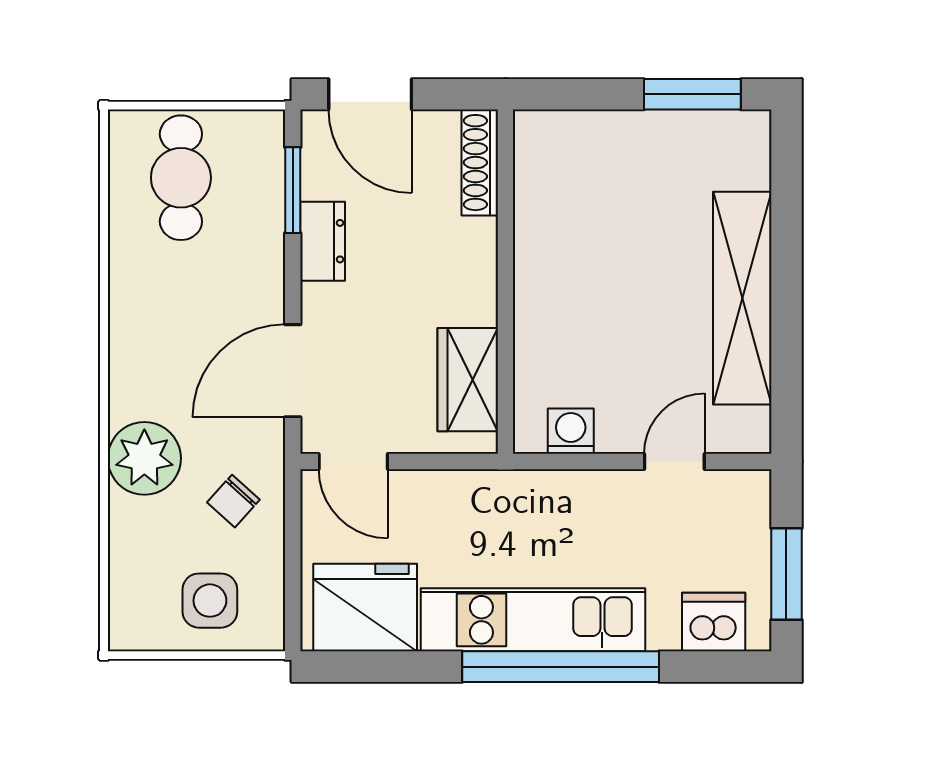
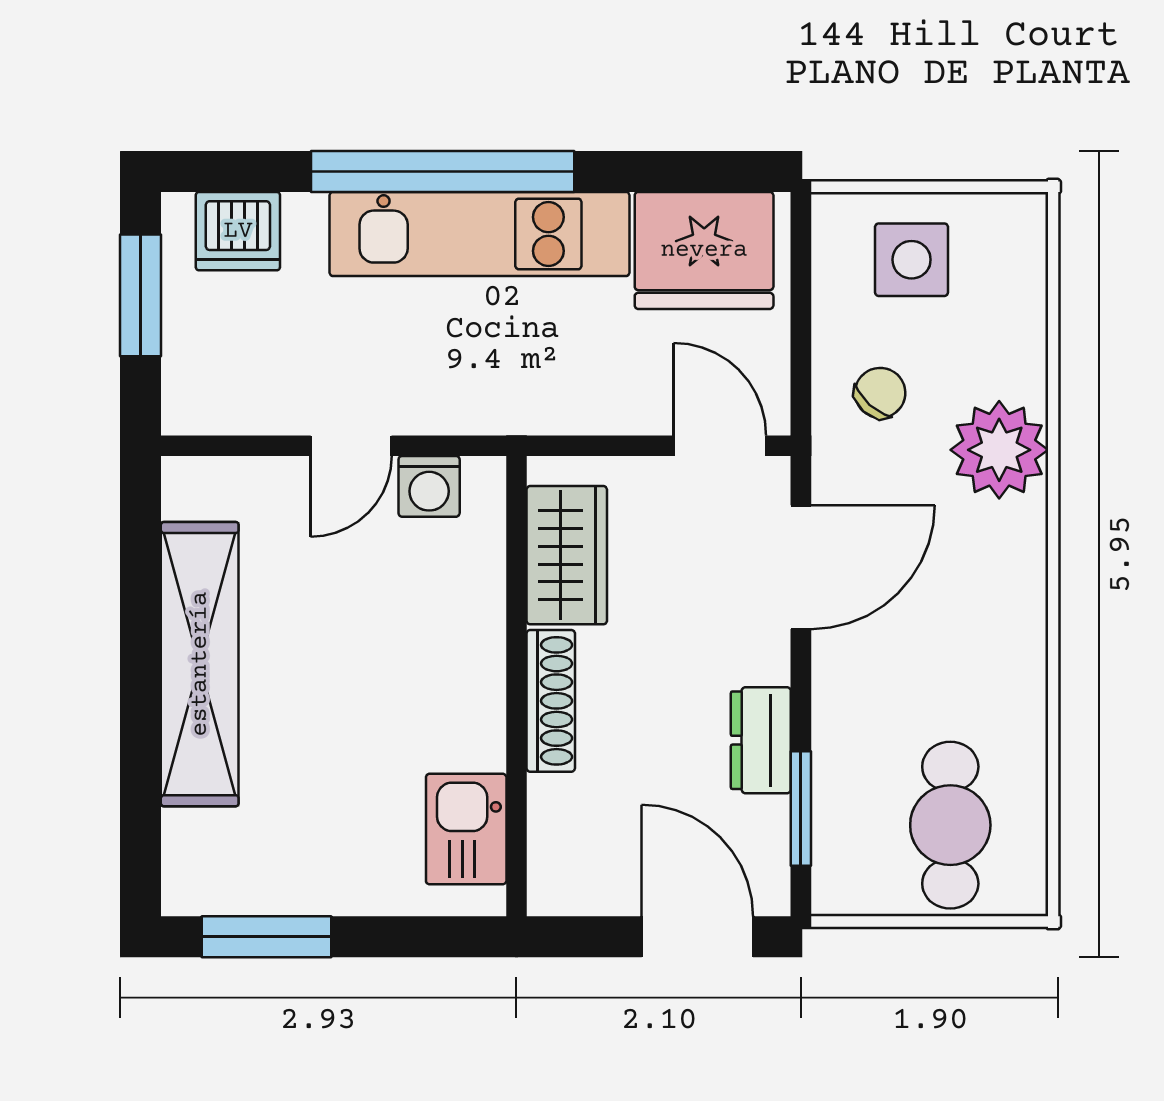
shoe rack: (480, 163) -> (551, 701), moved
kitchen sink: (543, 175) -> (466, 829), added
door: (674, 461) -> (351, 446), moved

